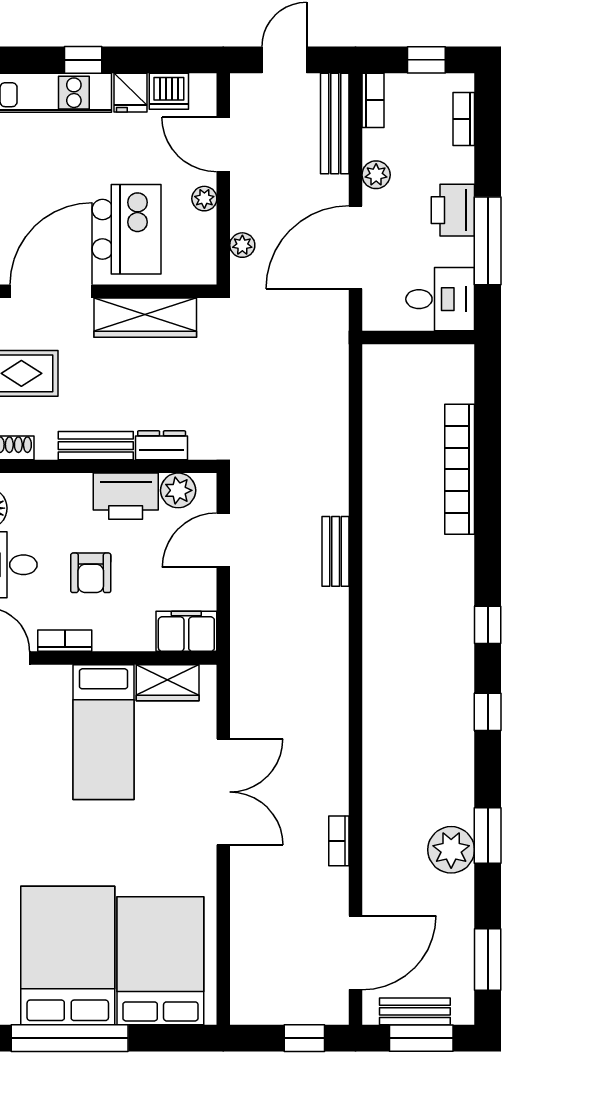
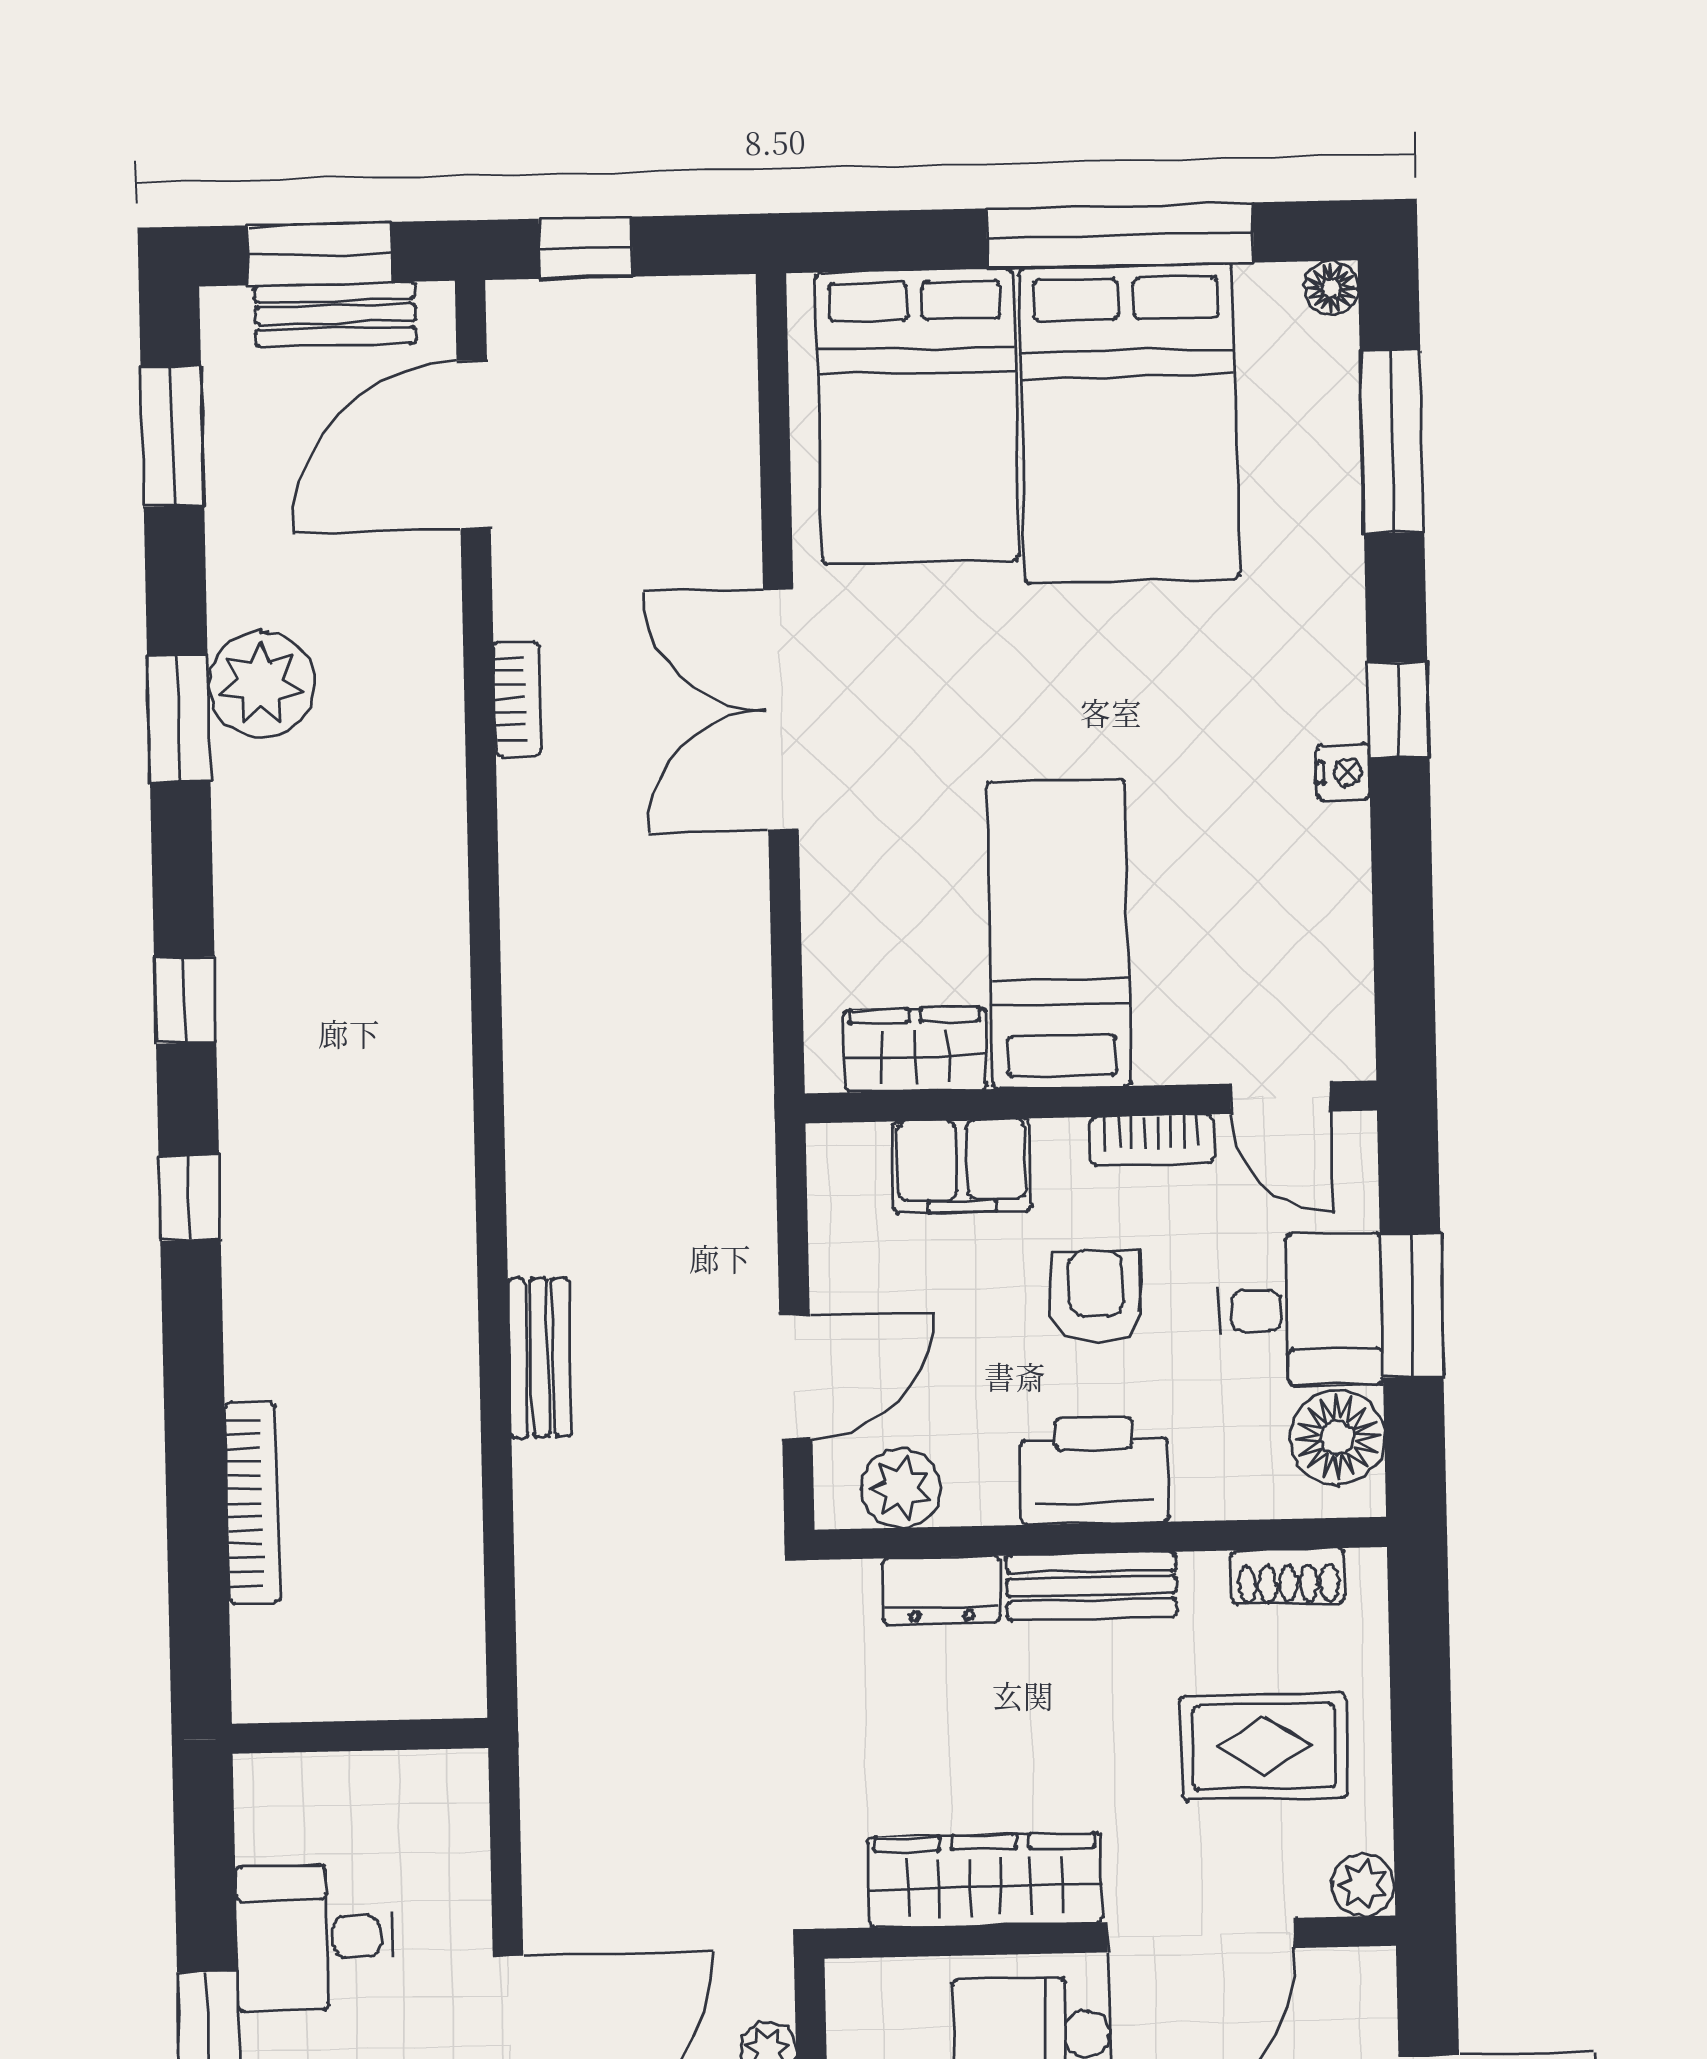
wall: (418, 337) -> (360, 1736), moved
bookcase: (460, 469) -> (252, 1503), width x0.68, depth x0.76
printer: (126, 496) -> (1094, 1470), moved
filing cabinet: (186, 631) -> (962, 1166), moved
double door: (223, 792) -> (781, 709), moved

